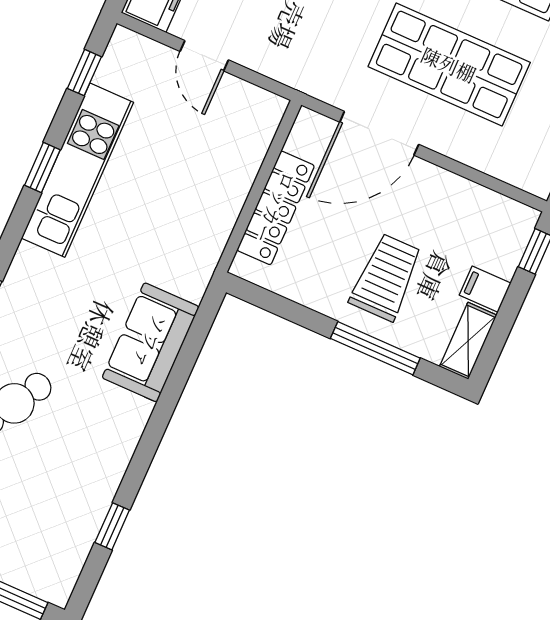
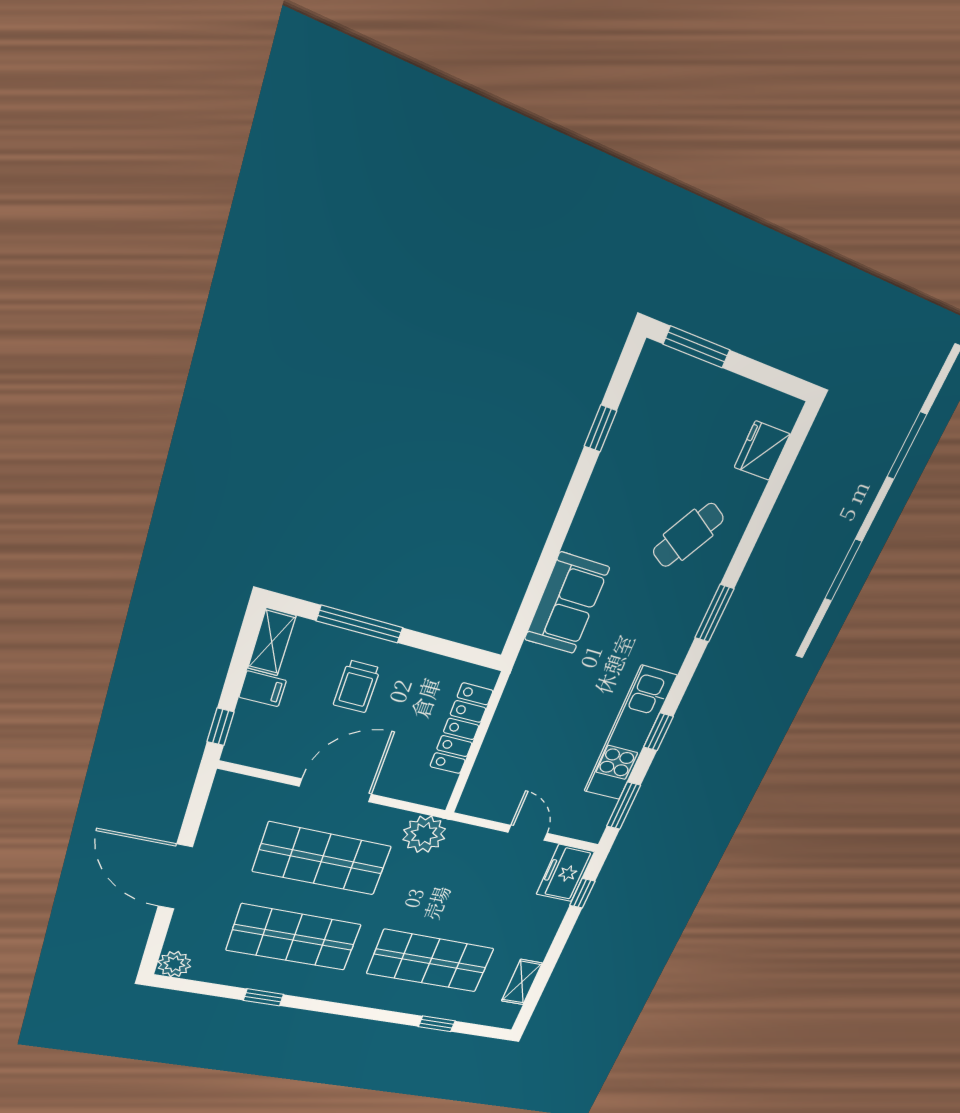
window: (84, 73) -> (624, 806), width x1.50
plant: (328, 76) -> (424, 834), added
door: (379, 133) -> (336, 790), moved
trolley: (386, 277) -> (357, 686), width x0.73, depth x0.72

